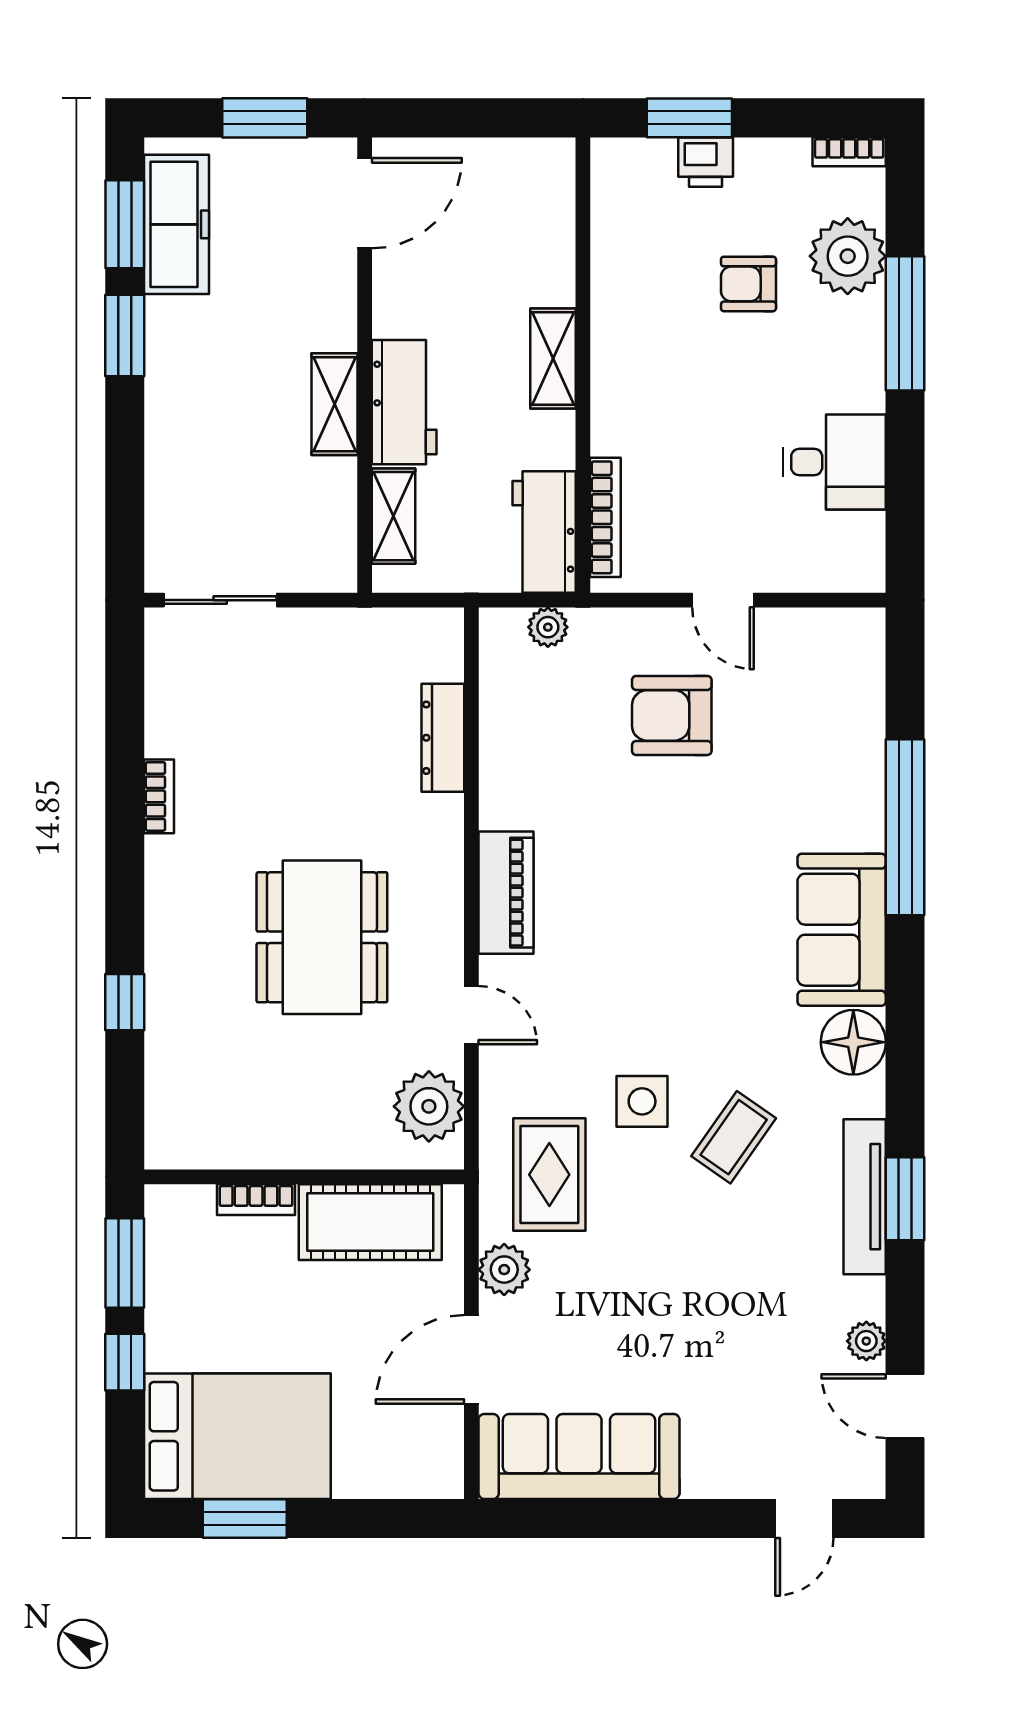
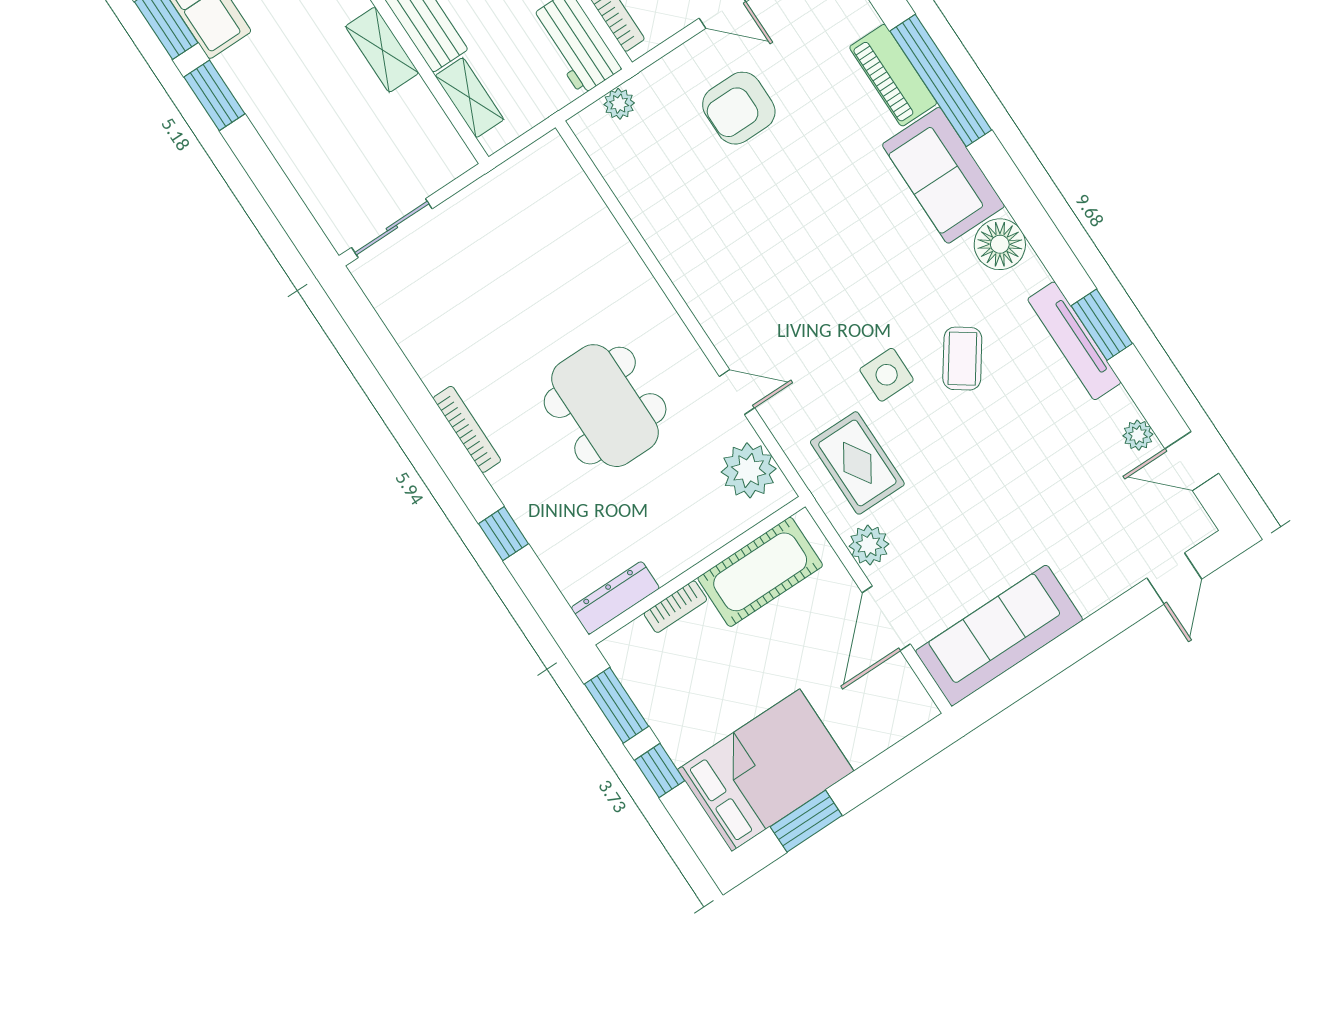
dresser: (443, 738) -> (615, 598), moved, turned 90
bookcase: (159, 796) -> (467, 429), moved, width x1.56
piano: (506, 893) -> (893, 75), moved, turned 180

